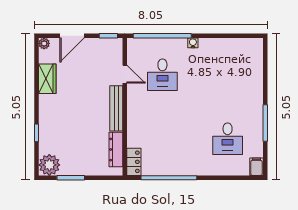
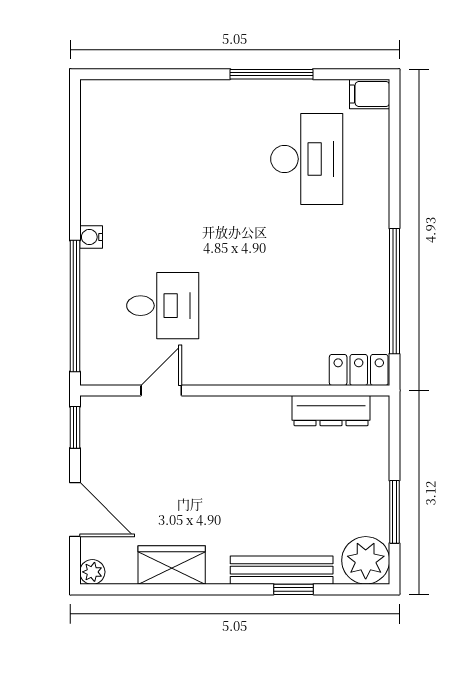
bench: (116, 108) -> (282, 570), moved
desk: (228, 139) -> (307, 159), width x1.37

